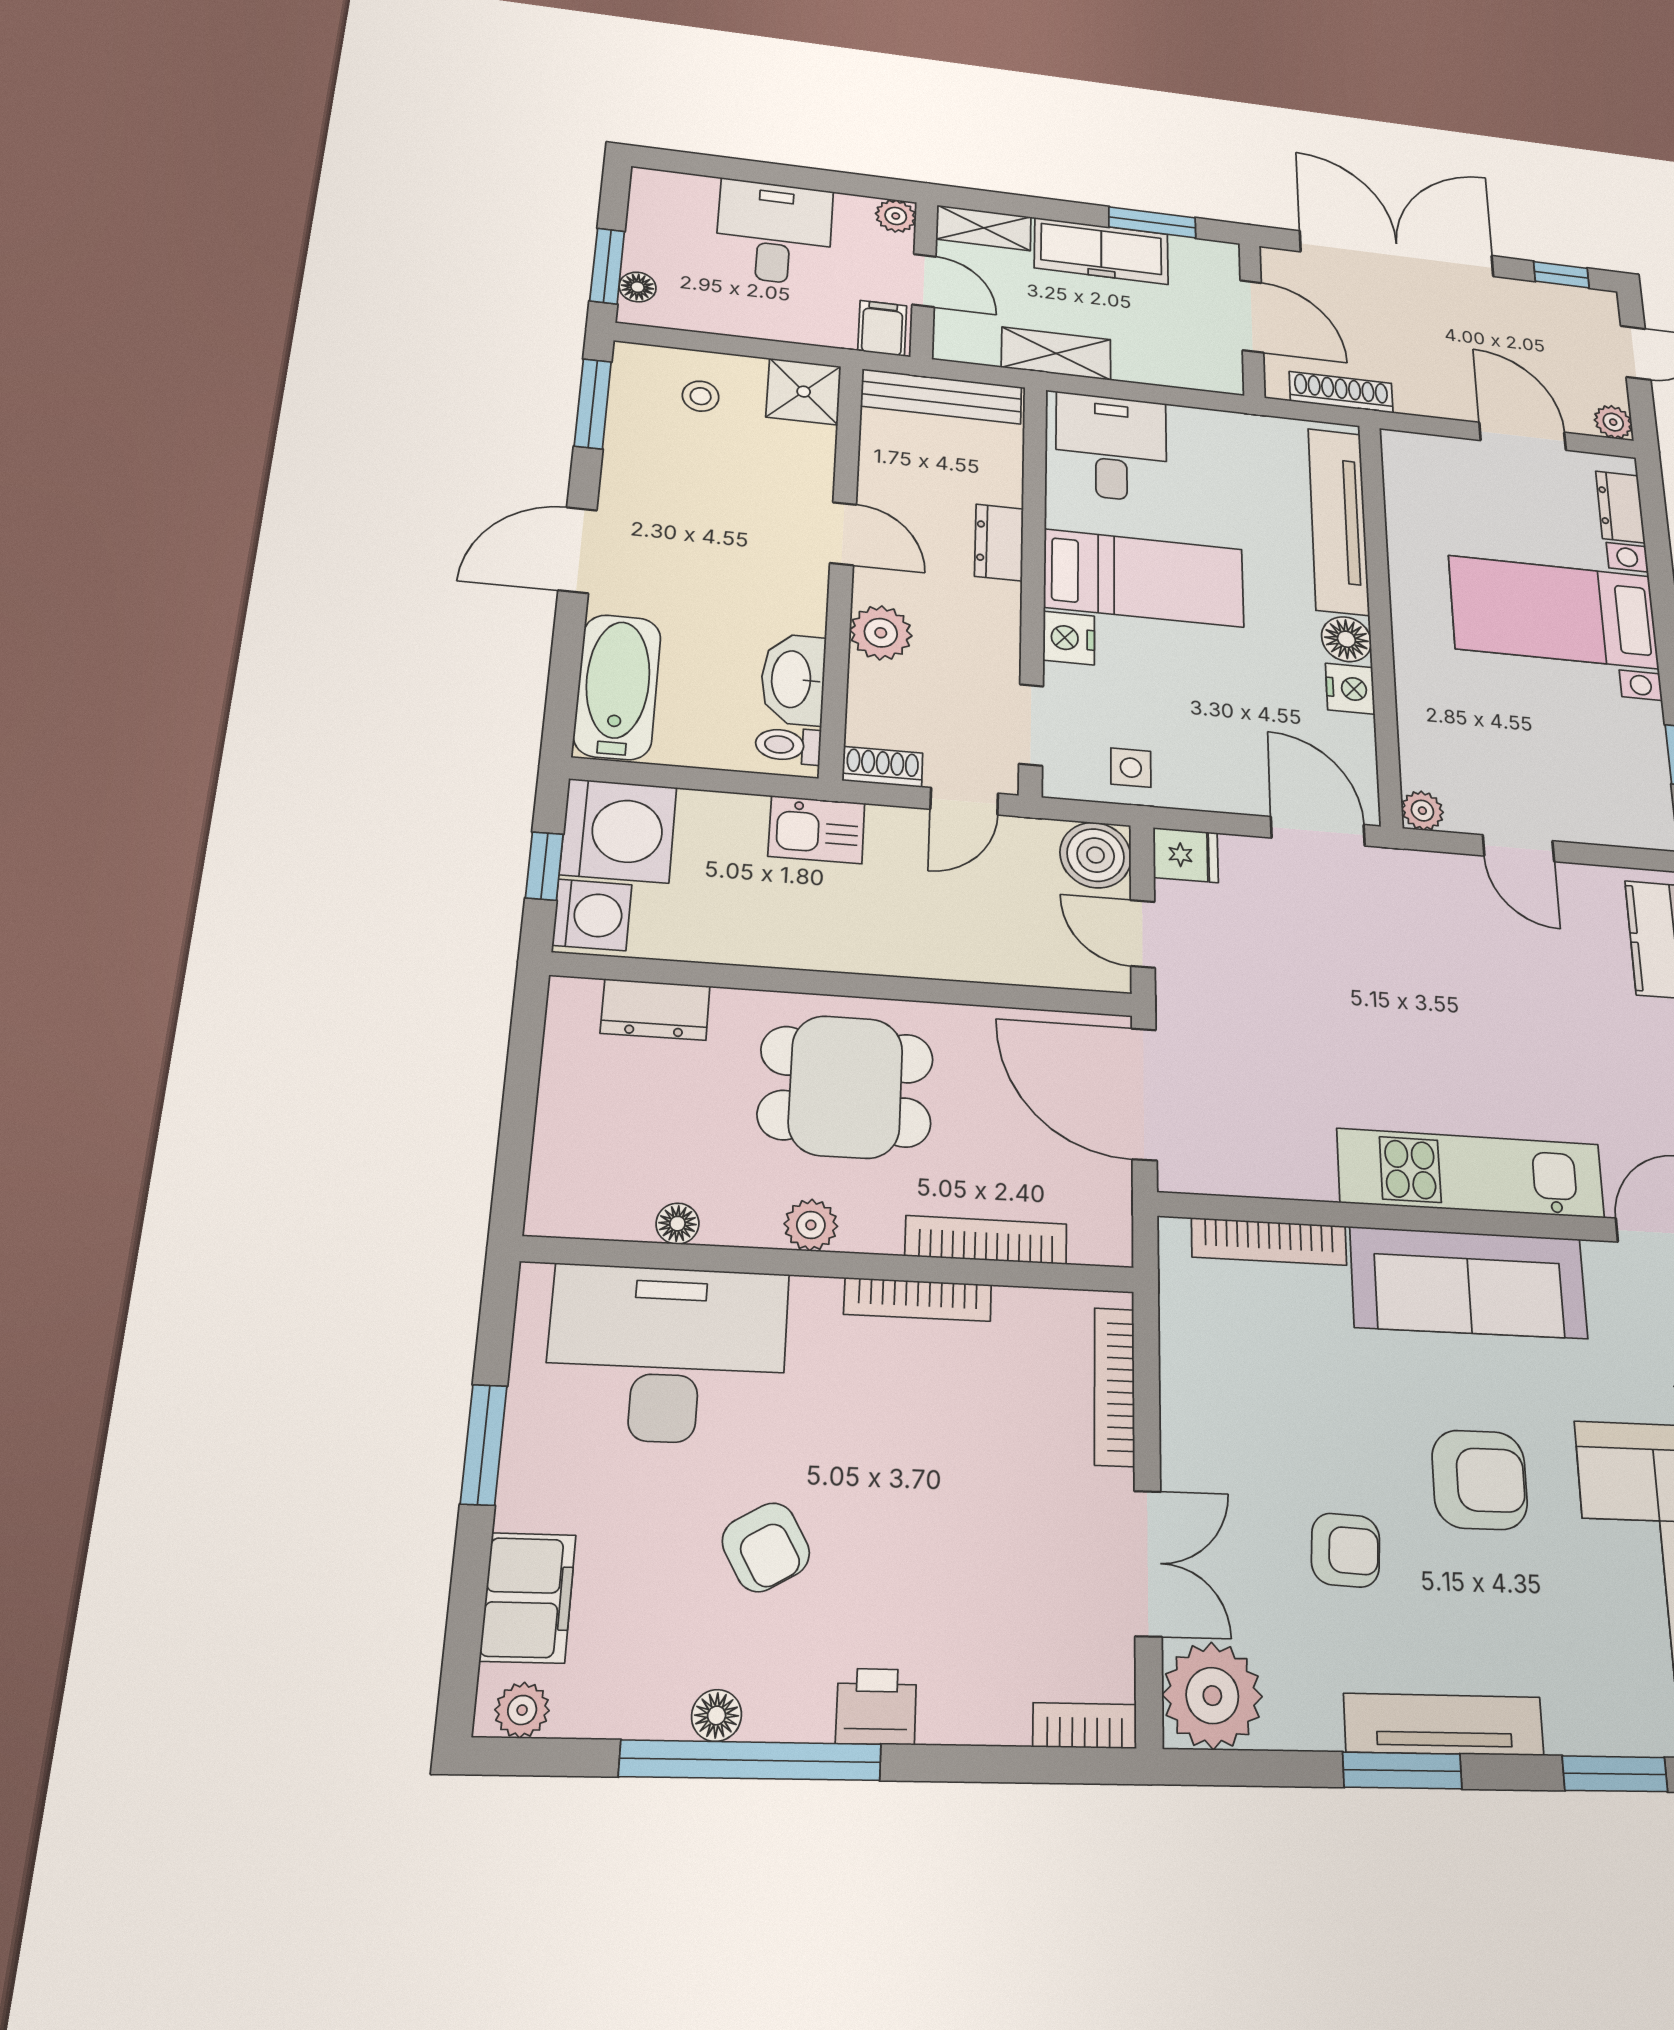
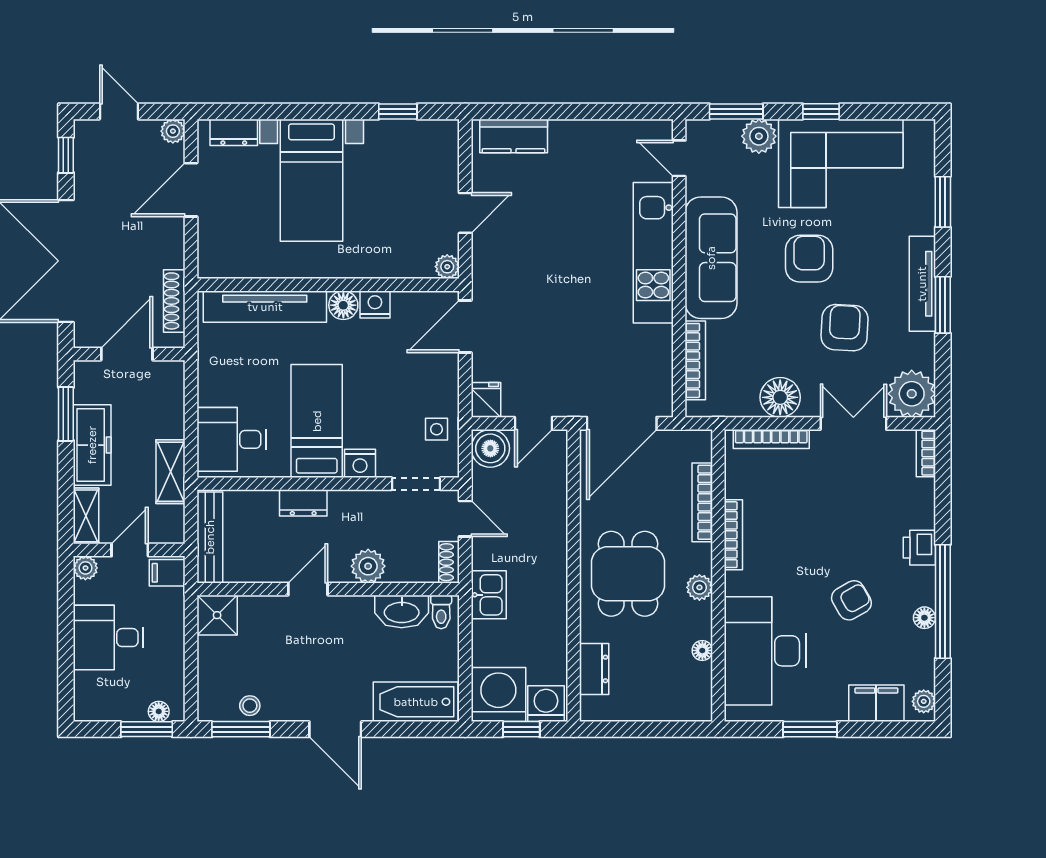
stool: (701, 396) -> (250, 706), moved
floor lamp: (1200, 1409) -> (780, 397), added
armchair: (1346, 1550) -> (845, 328), width x1.38, depth x1.38

